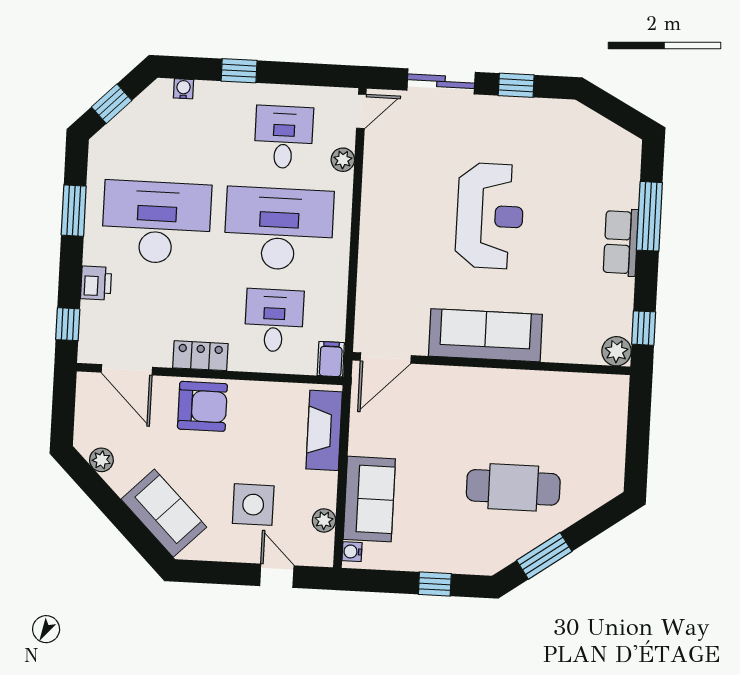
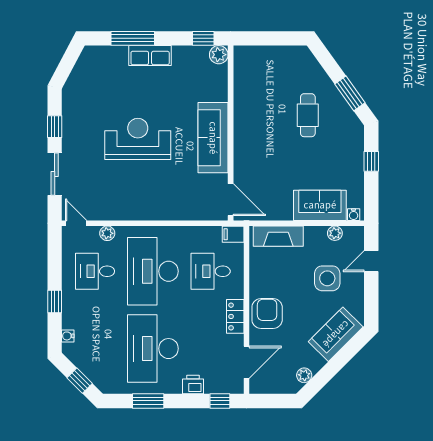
cafe table: (513, 487) -> (308, 115), width x0.73, depth x0.74

